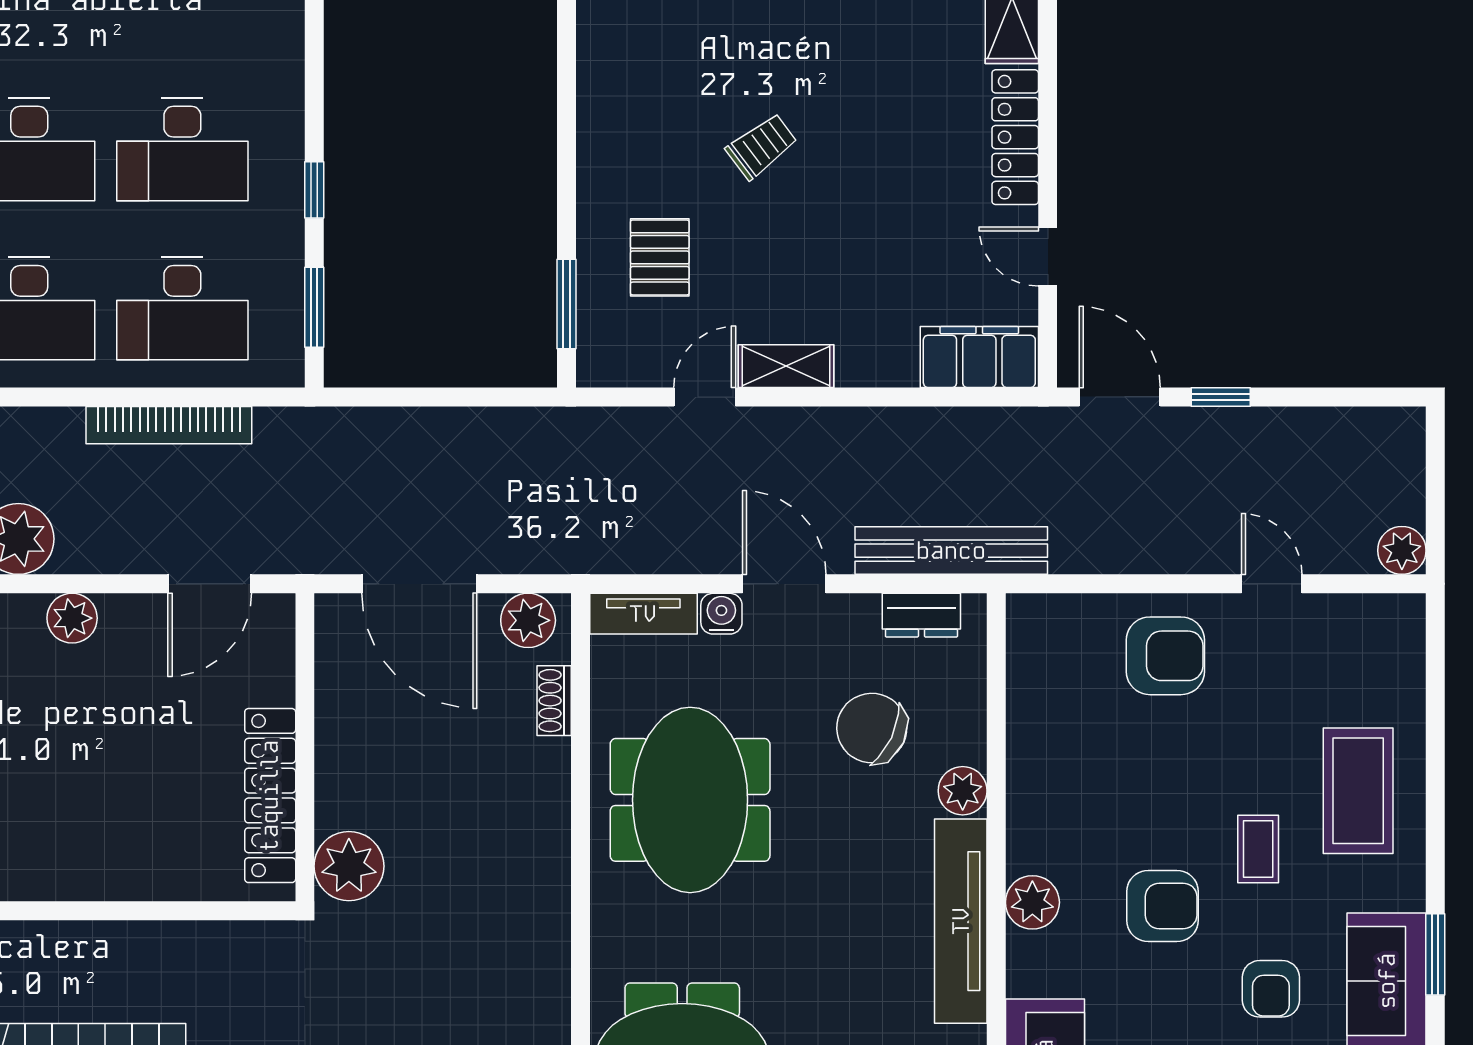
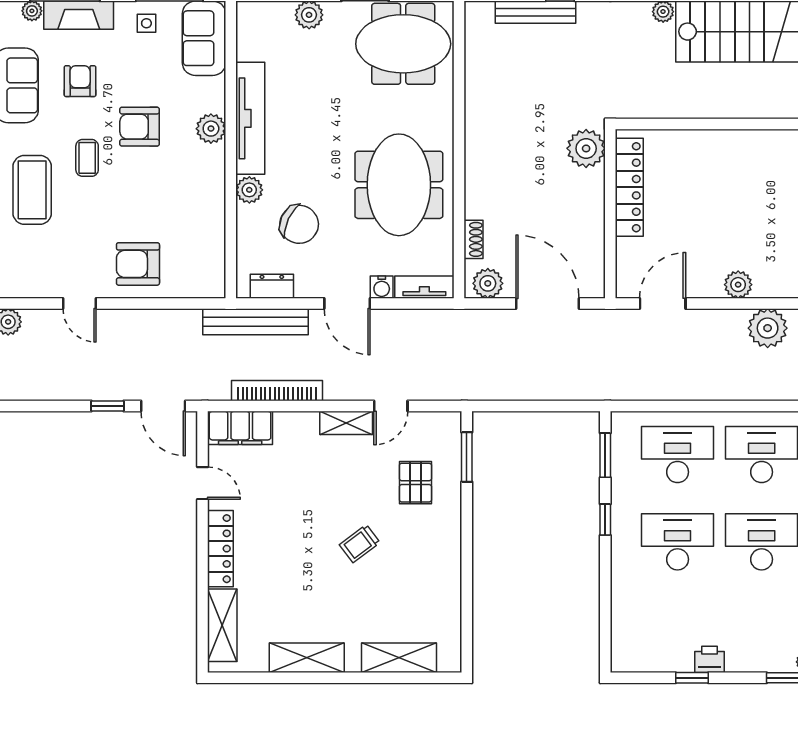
bookcase: (169, 425) -> (277, 391), moved

